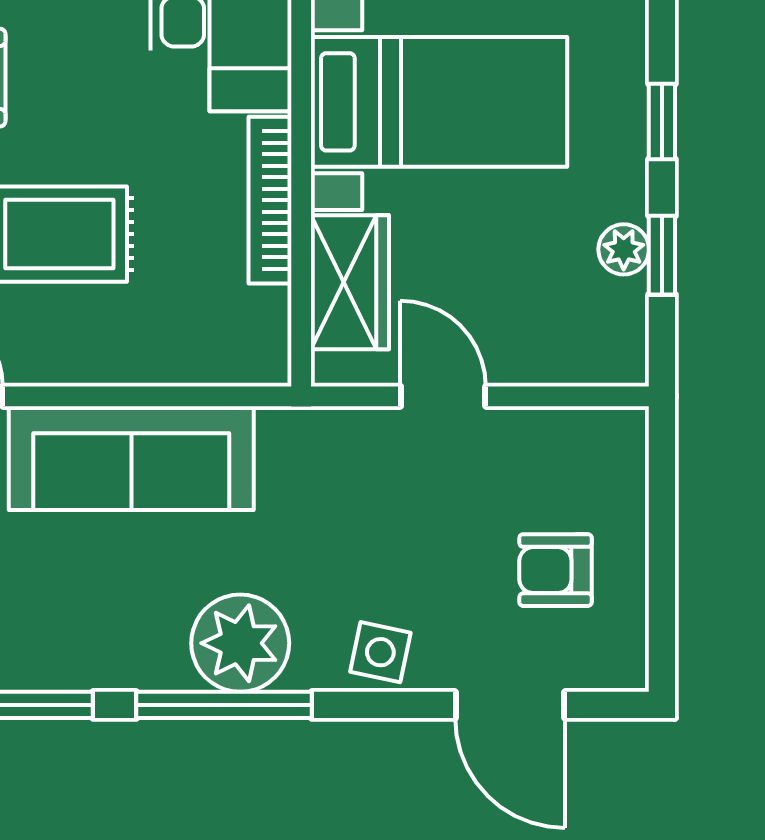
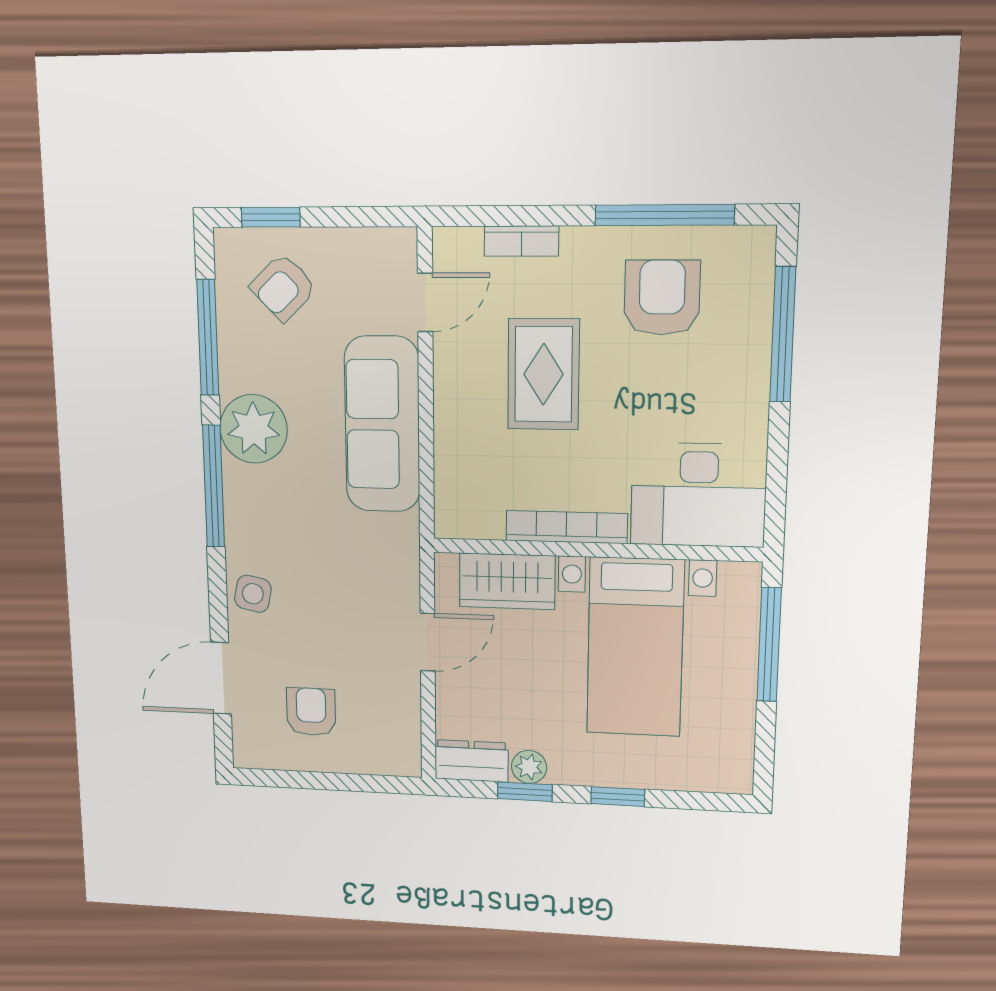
dresser: (619, 333) -> (471, 761), added
plant: (240, 643) -> (254, 429), moved

